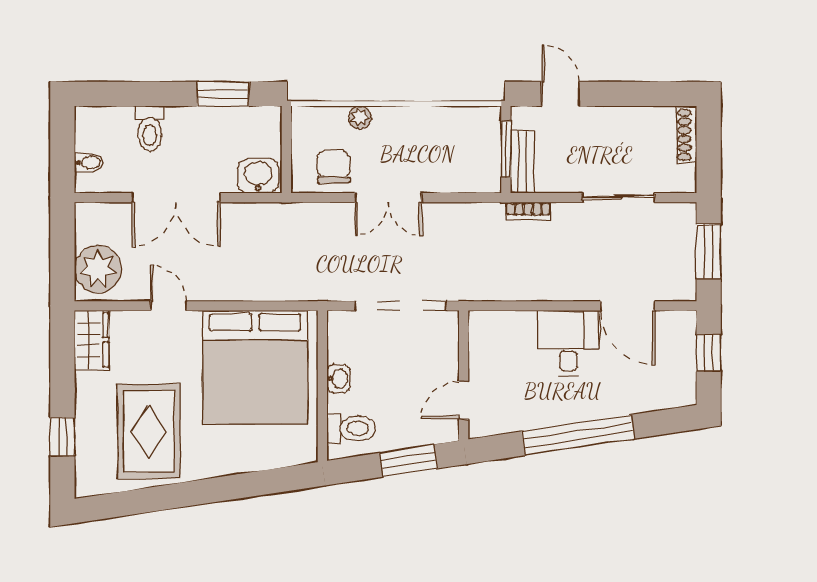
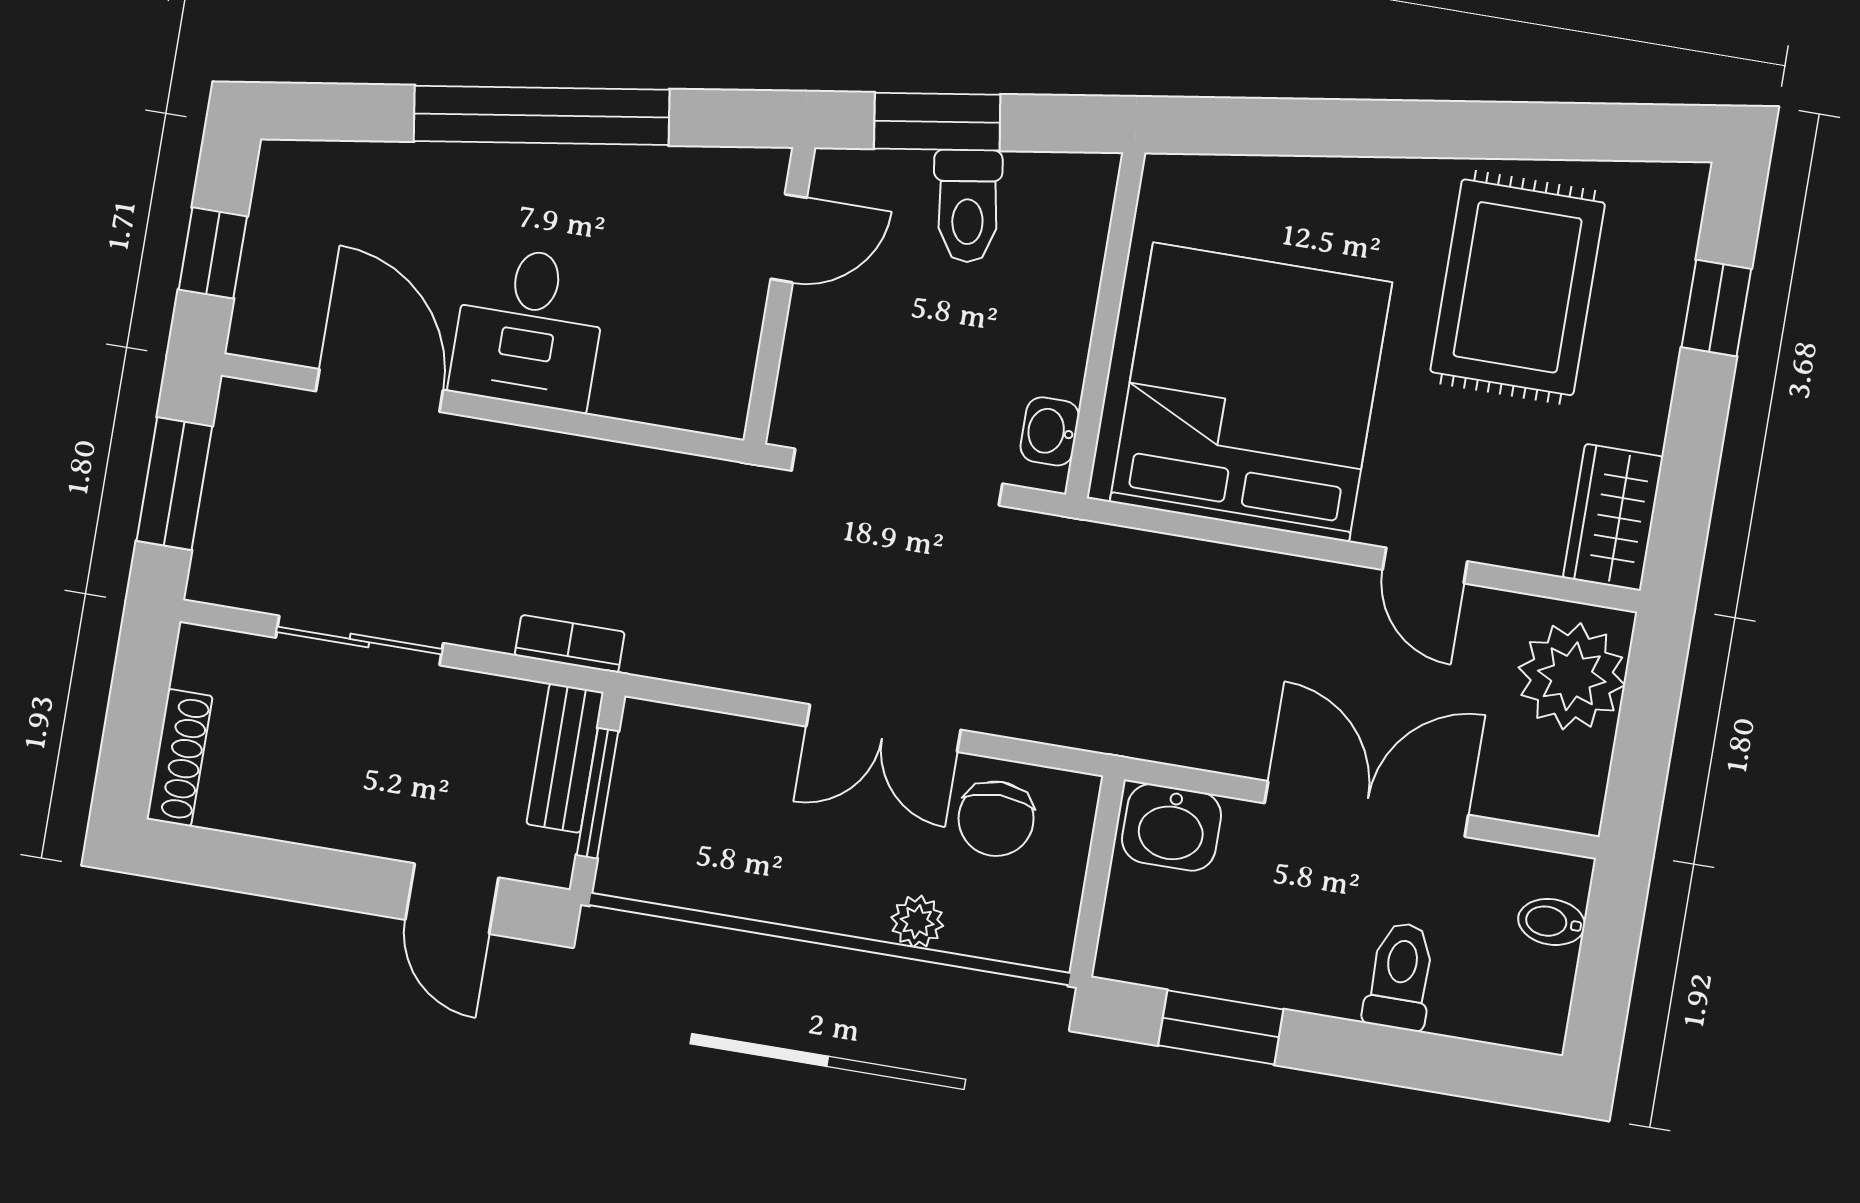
double door: (388, 198) -> (883, 728), swing flipped
washbasin: (338, 379) -> (1050, 431), moved
toilet: (351, 428) -> (968, 206), moved, turned -99

